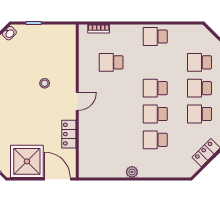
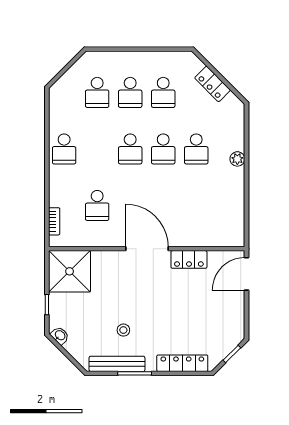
stool: (45, 83) -> (123, 330), moved
door: (77, 101) -> (147, 249), width x1.87
shower: (27, 161) -> (70, 271), moved
plant: (132, 172) -> (237, 159), moved

